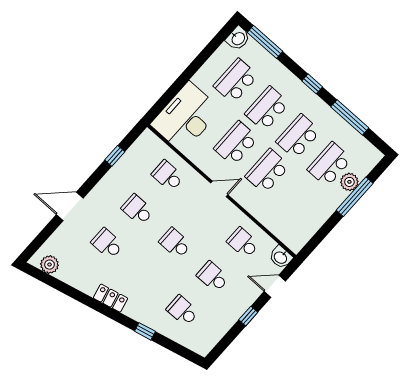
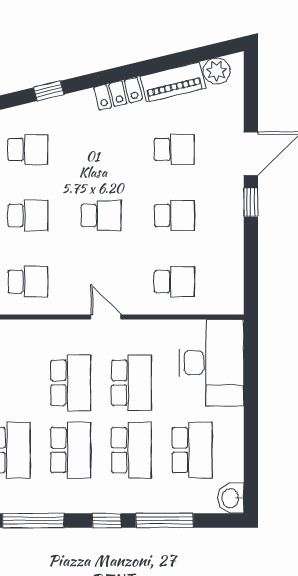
window: (265, 42) -> (165, 520), moved
window: (115, 156) -> (251, 202), moved
door: (219, 189) -> (106, 317), swing flipped
piano: (77, 279) -> (173, 82), added

